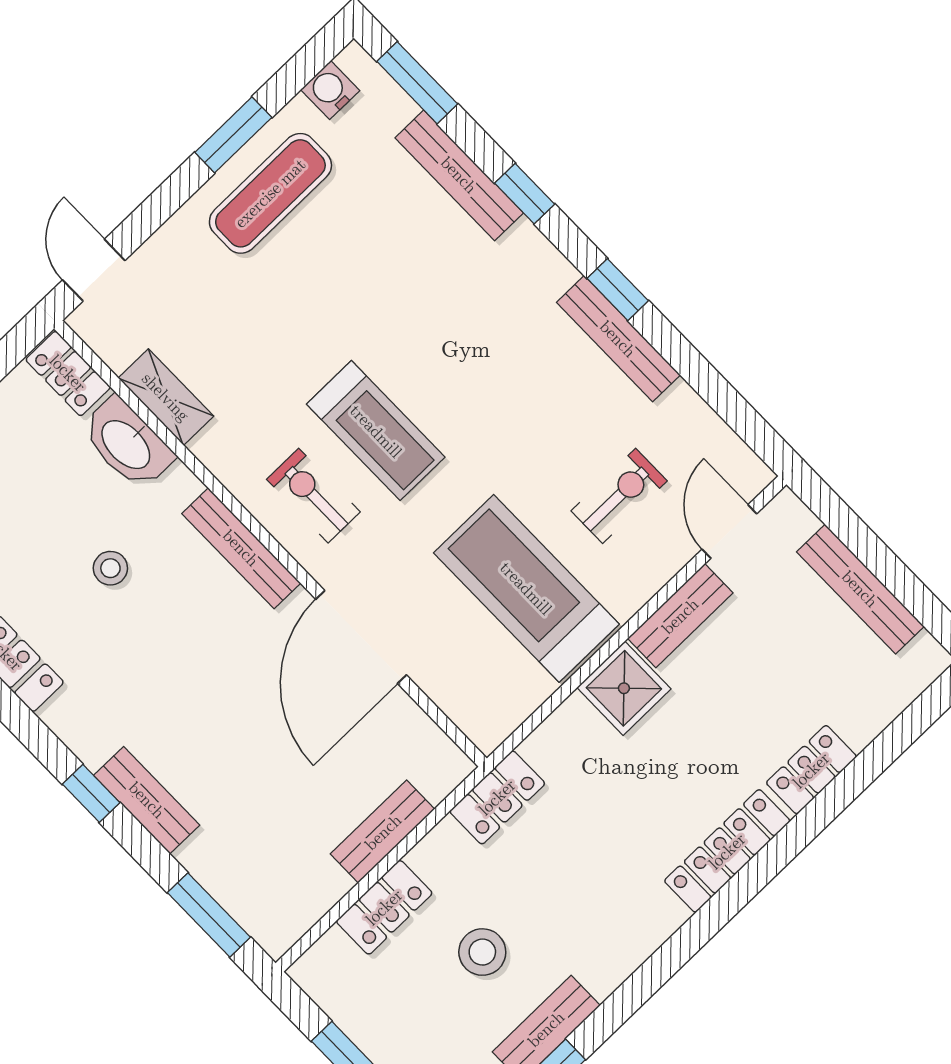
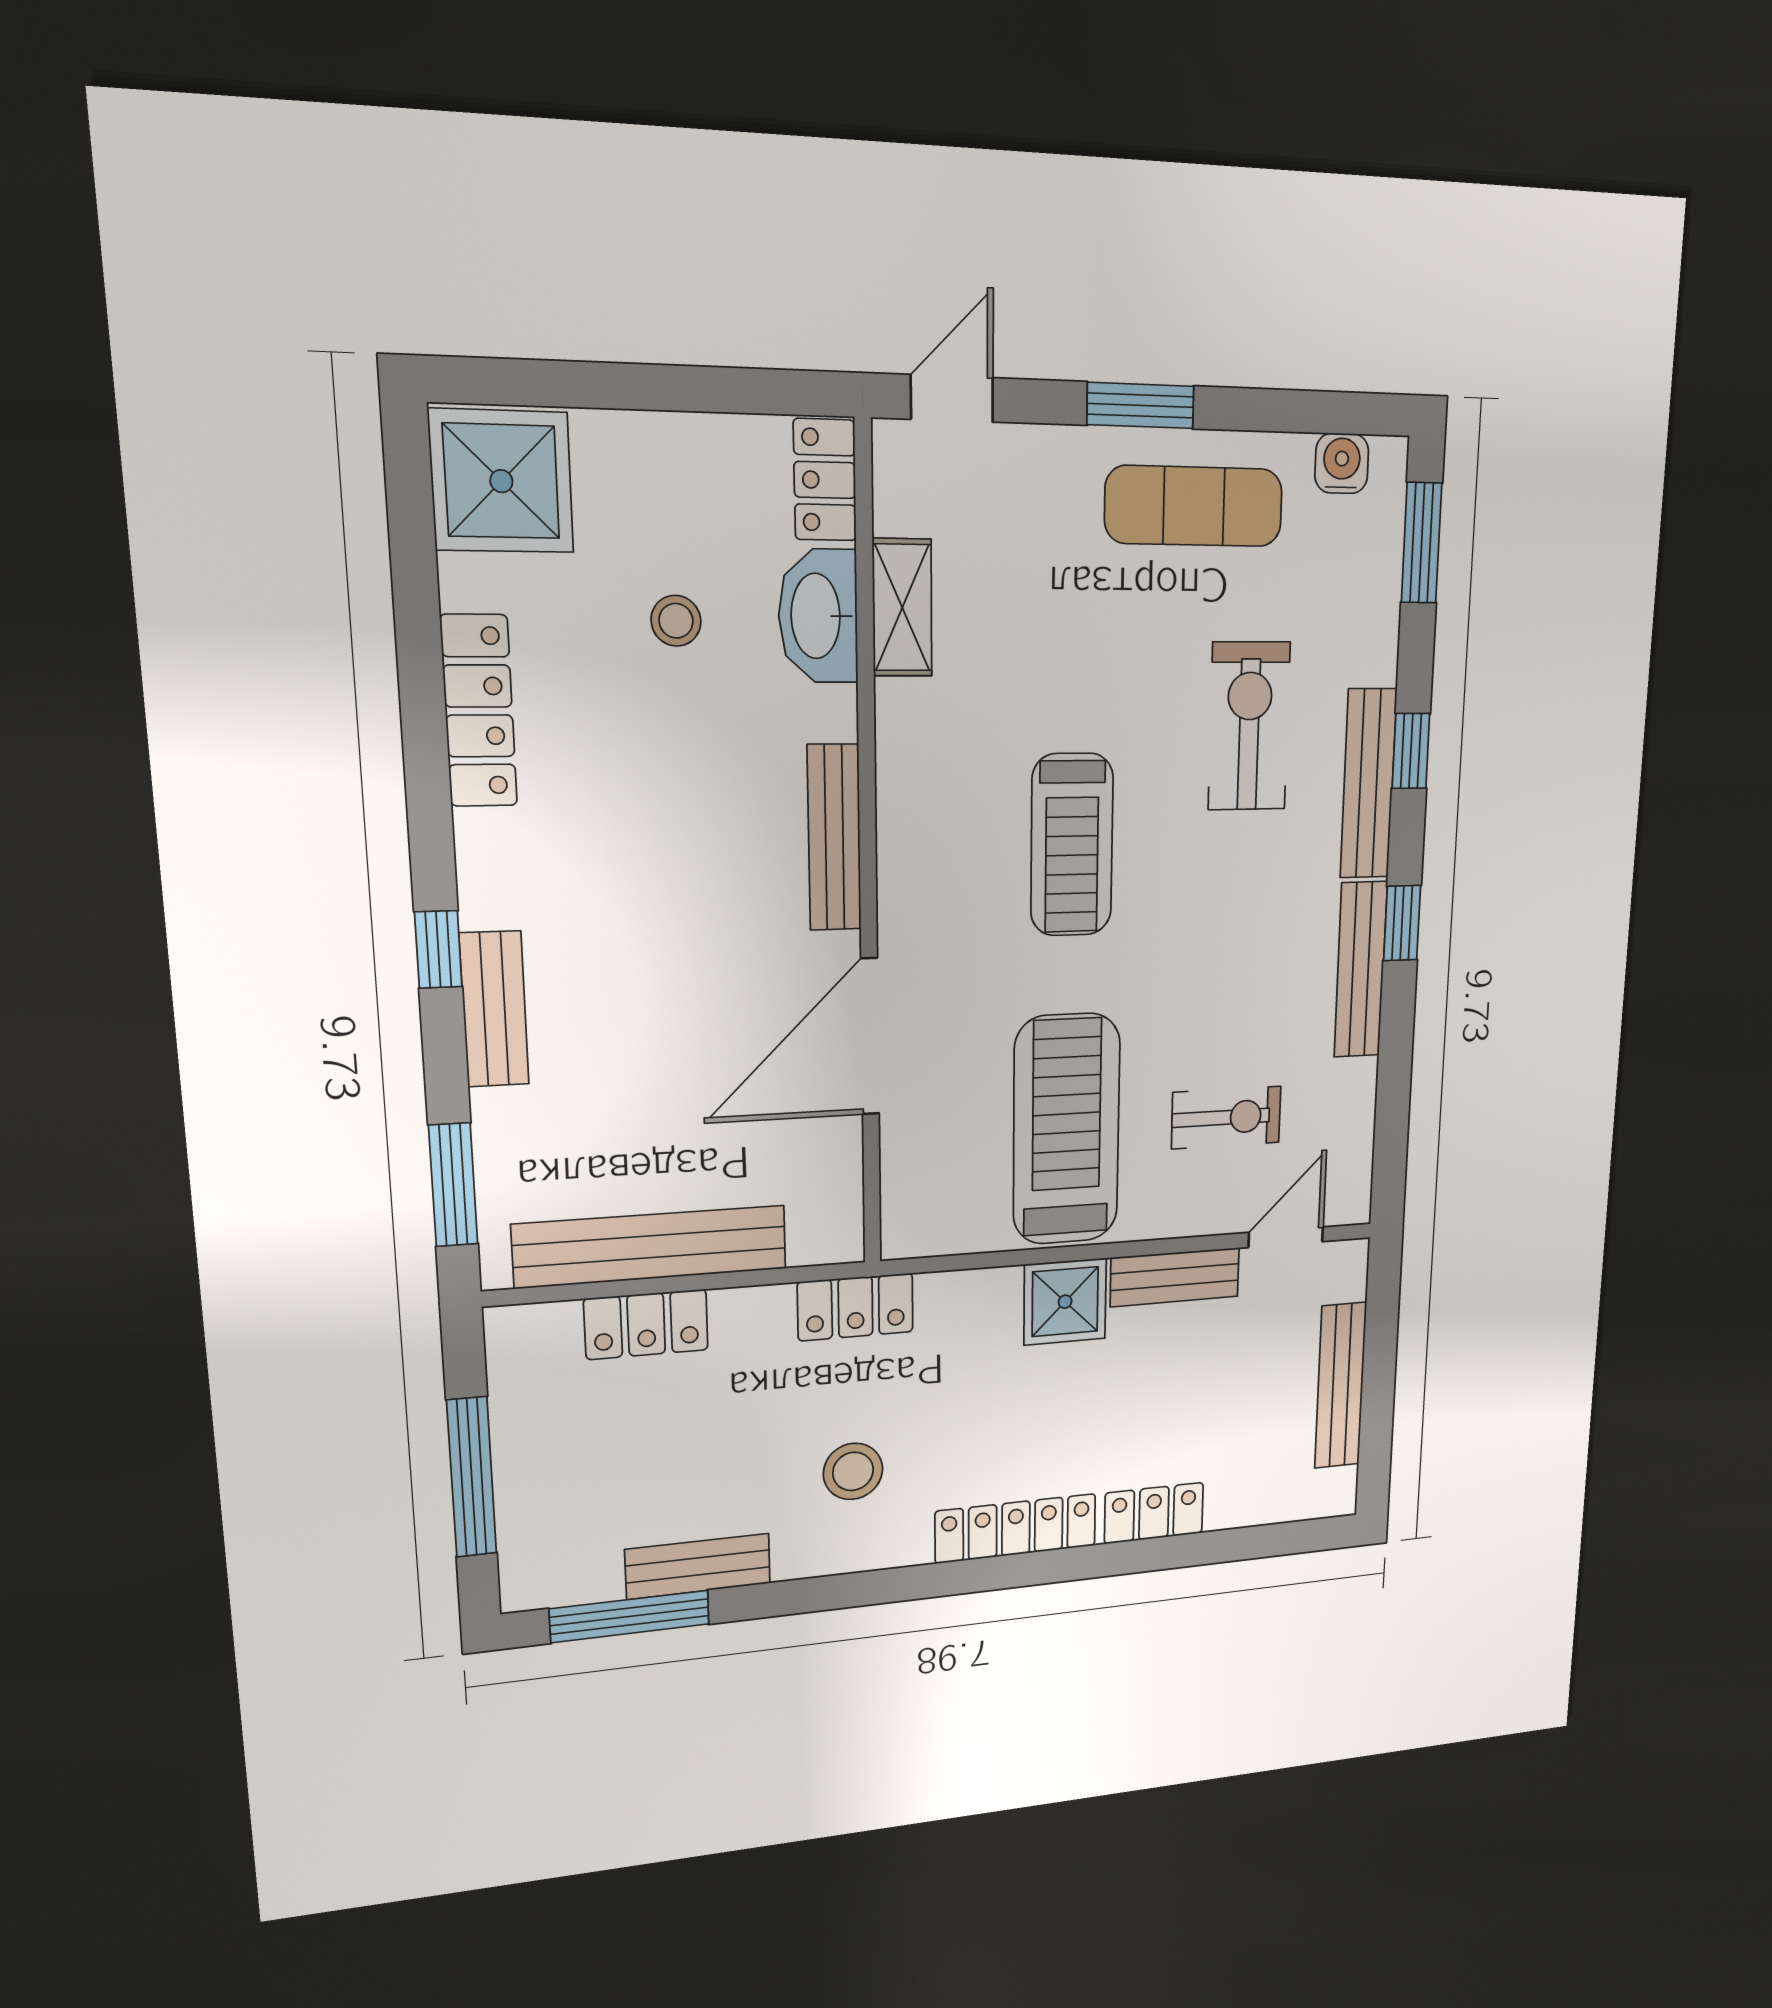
window: (233, 135) -> (1140, 405), moved
bench: (459, 175) -> (1368, 784), moved
exercise bike: (313, 496) -> (1249, 726), moved, width x1.38, depth x1.39
stool: (110, 568) -> (676, 621), moved
bench: (383, 832) -> (651, 1247), width x1.86, depth x1.21
stool: (482, 952) -> (853, 1471), moved

